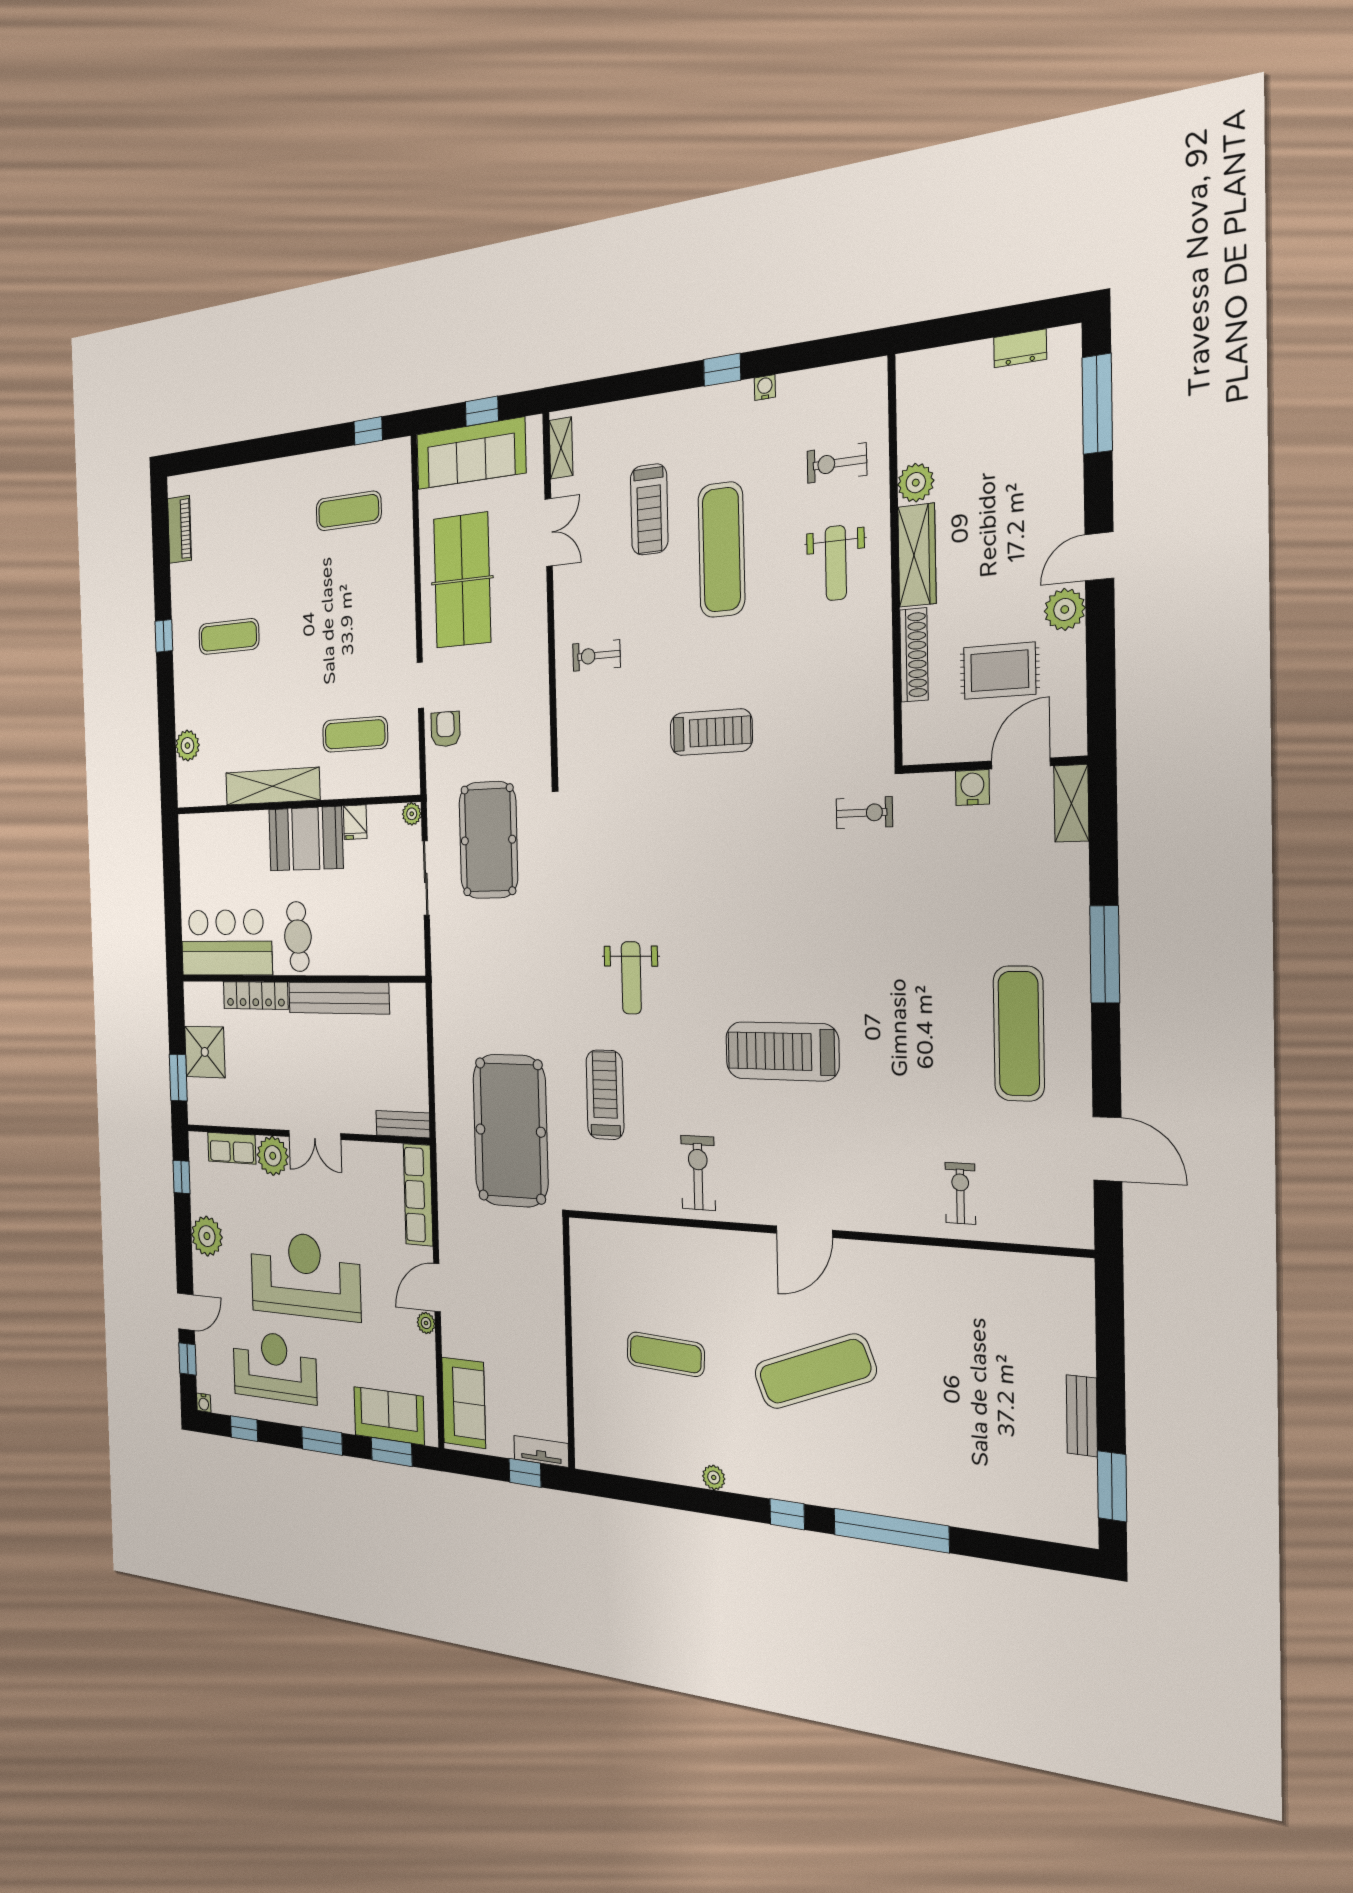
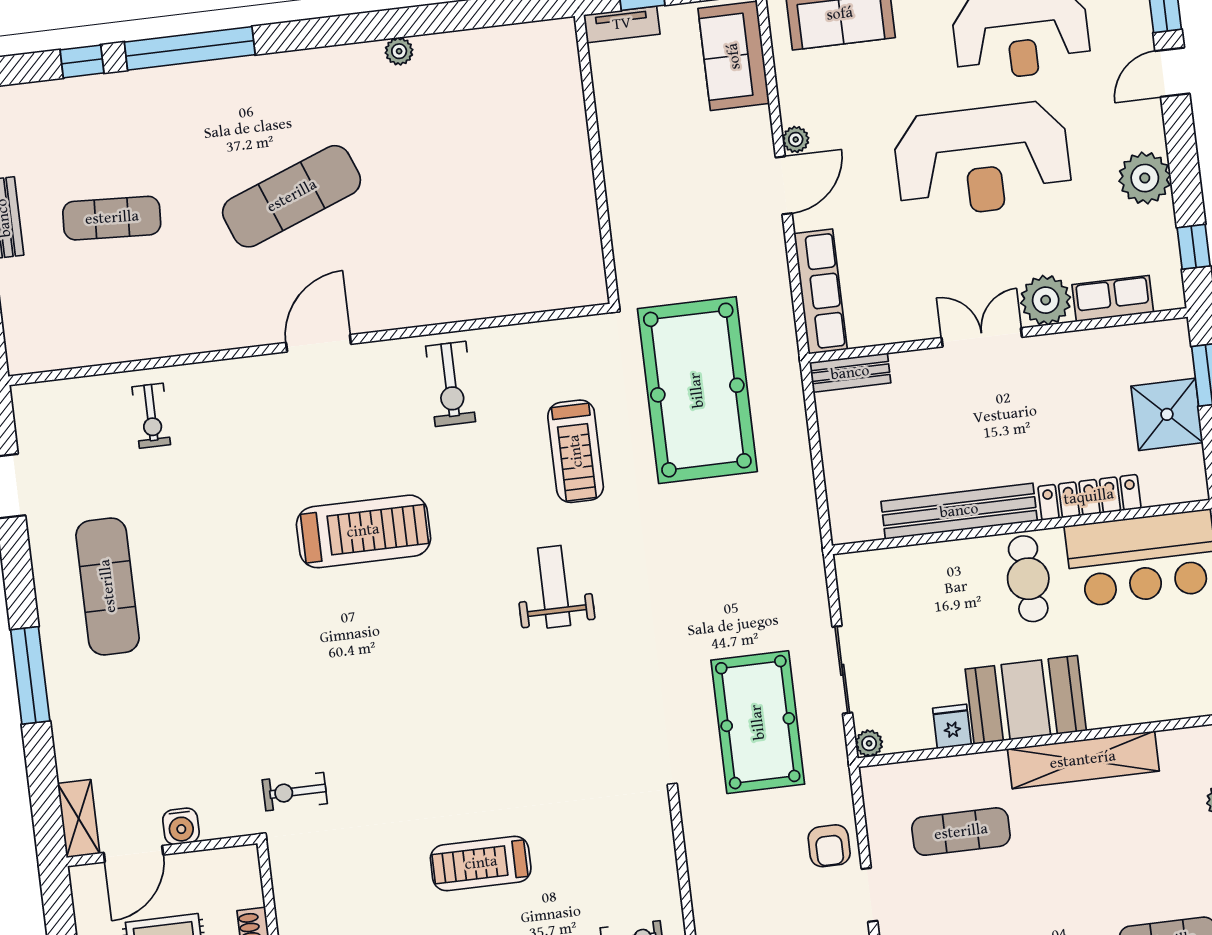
exercise mat: (666, 1354) -> (112, 218), moved
window: (787, 1514) -> (82, 61), moved

